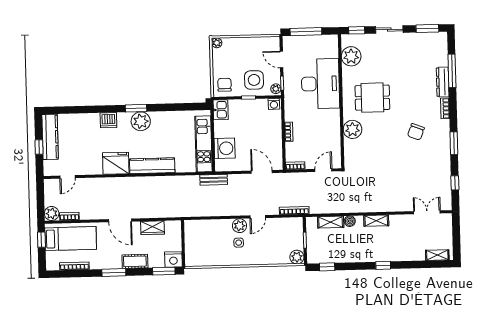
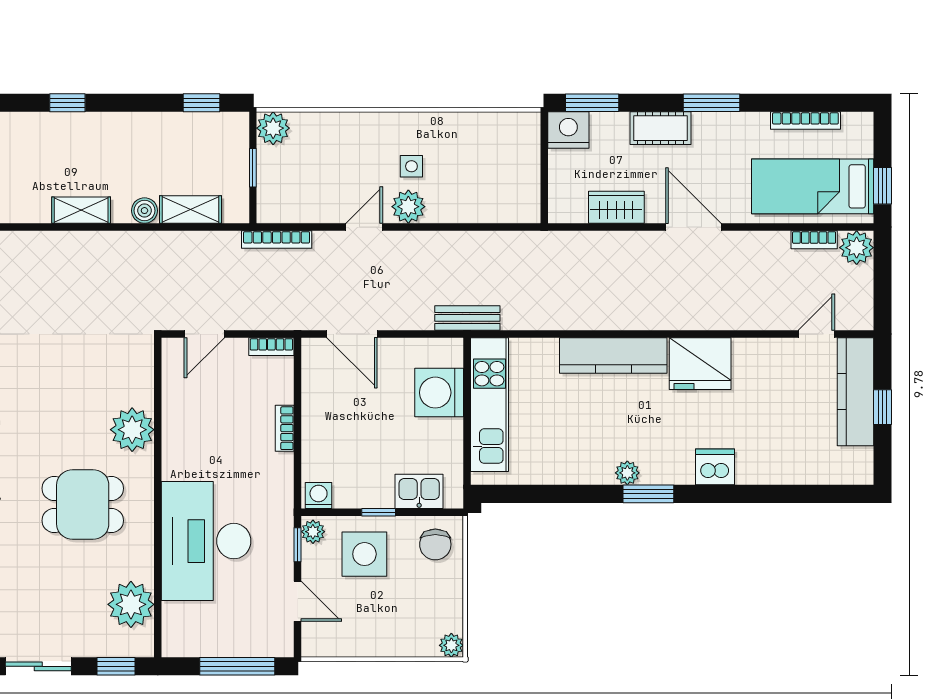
kitchen sink: (221, 110) -> (419, 491), moved, turned 90
plant: (141, 121) -> (627, 473), width x0.53, depth x0.53
kitchen counter: (50, 137) -> (856, 392), moved

